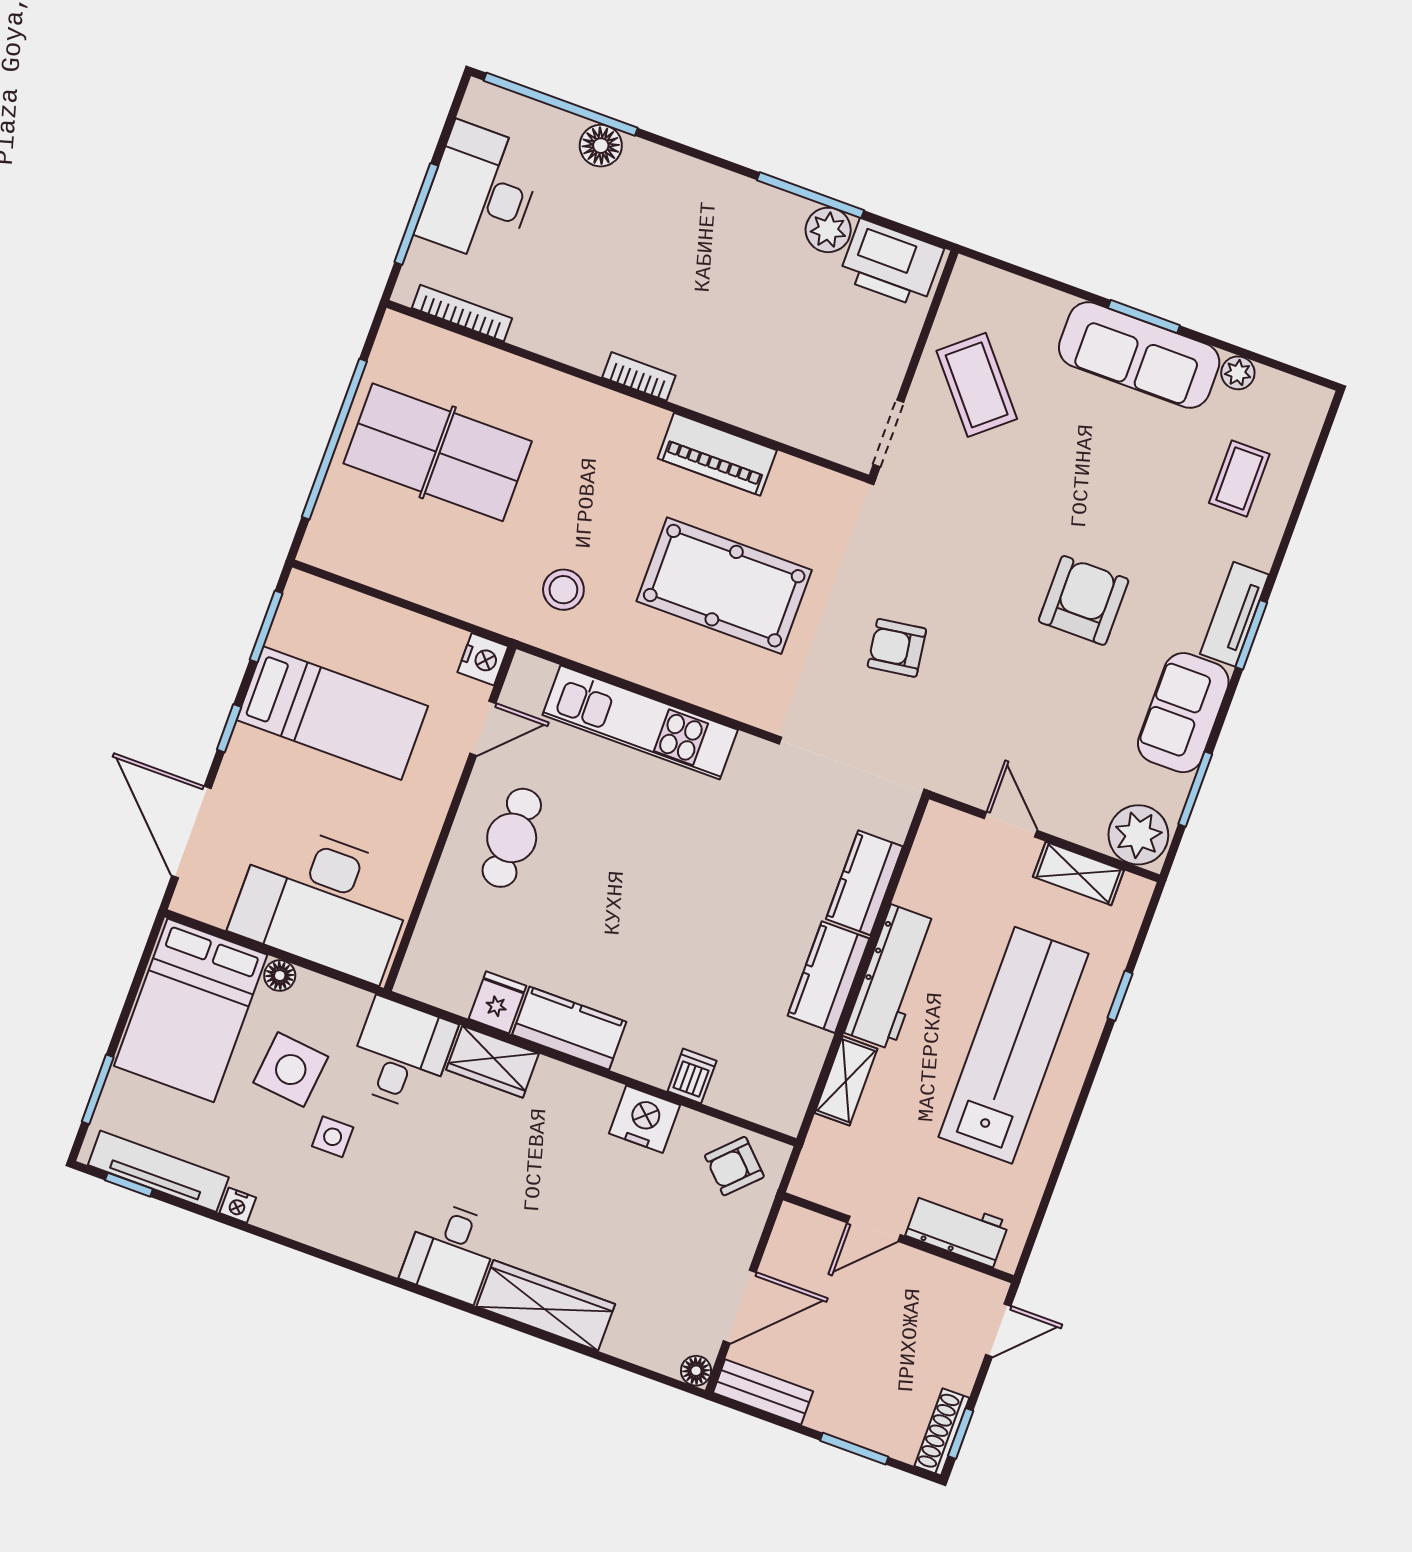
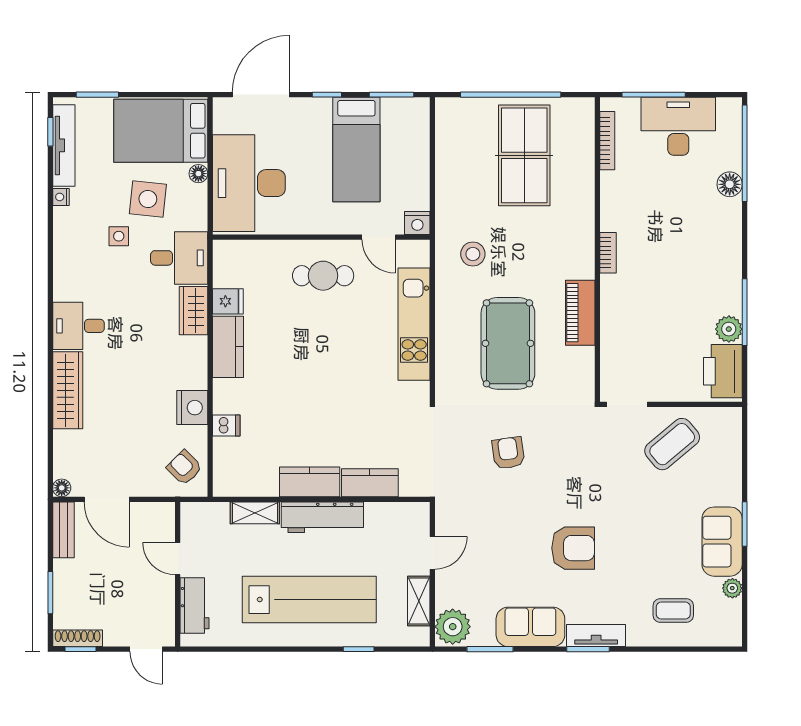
sofa: (1139, 355) -> (722, 542), width x0.73

